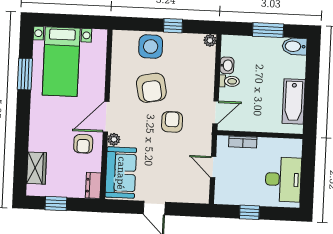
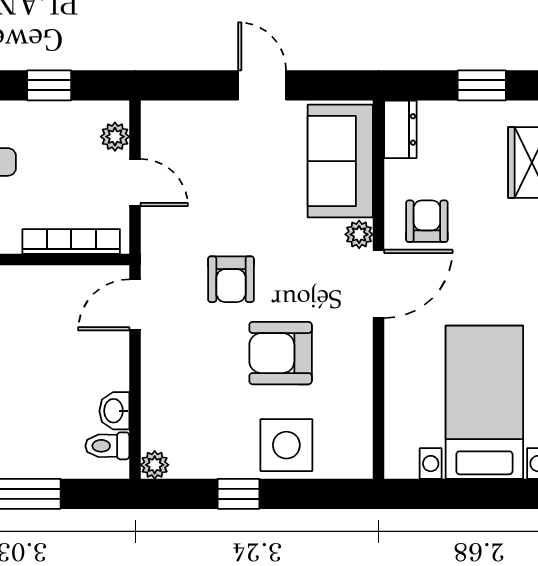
toilet: (229, 81) -> (107, 446), moved
armchair: (151, 88) -> (281, 353), turned -79
bookcase: (243, 142) -> (71, 242), width x1.56
plant: (221, 188) -> (115, 137), added

